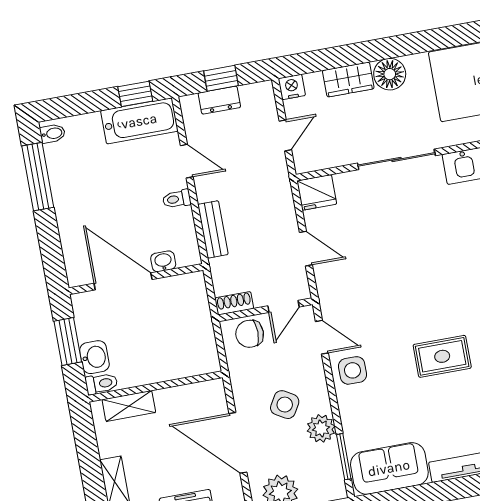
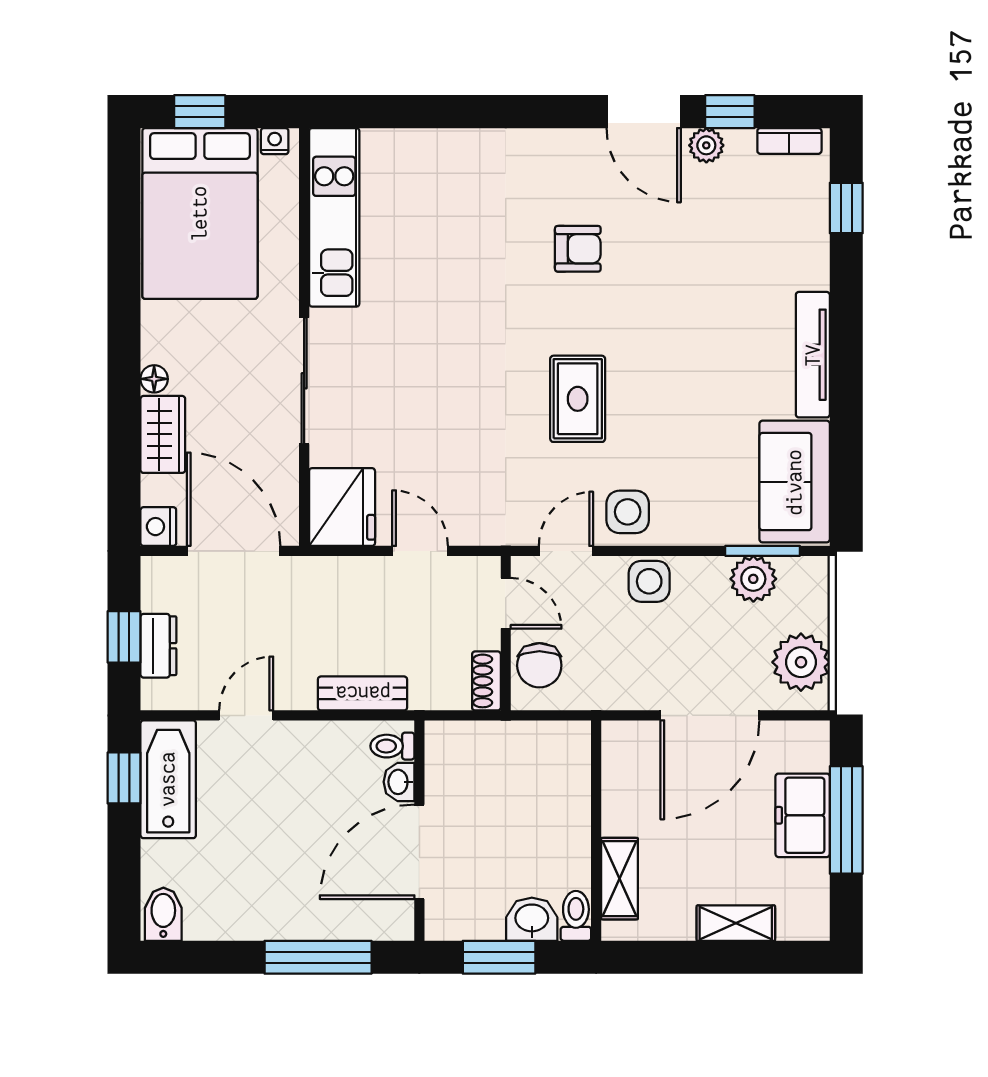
floor lamp: (390, 74) -> (154, 379), width x0.53, depth x0.53
bidet: (53, 134) -> (163, 914), width x1.38, depth x1.36
door: (285, 135) -> (234, 551), width x1.88
window: (38, 177) -> (318, 957), moved
fridge: (317, 192) -> (342, 507), width x1.36, depth x1.34
toilet: (177, 199) -> (392, 746), moved, turned 90
door: (306, 249) -> (420, 551), hinge flipped
rug: (442, 356) -> (578, 399), moved
side table: (285, 405) -> (649, 581), moved, turned -30
plant: (321, 428) -> (753, 579), moved

